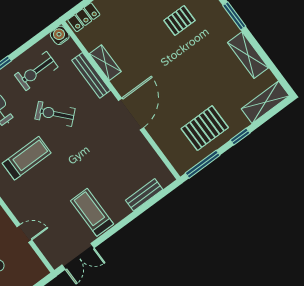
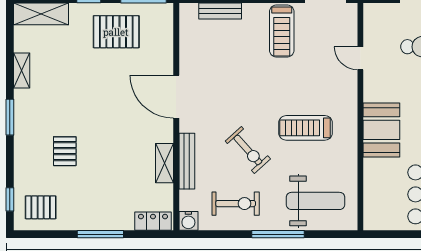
pallet: (179, 20) -> (65, 151), turned 90
shelving: (248, 55) -> (22, 71), width x0.67, depth x0.75
door: (131, 114) -> (176, 97), hinge flipped

